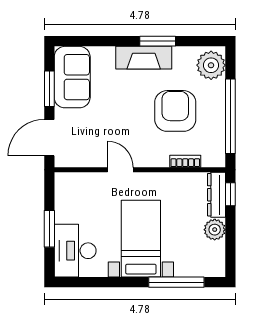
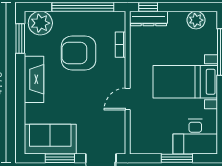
window: (158, 41) -> (20, 39), moved
plant: (215, 230) -> (196, 20), moved

